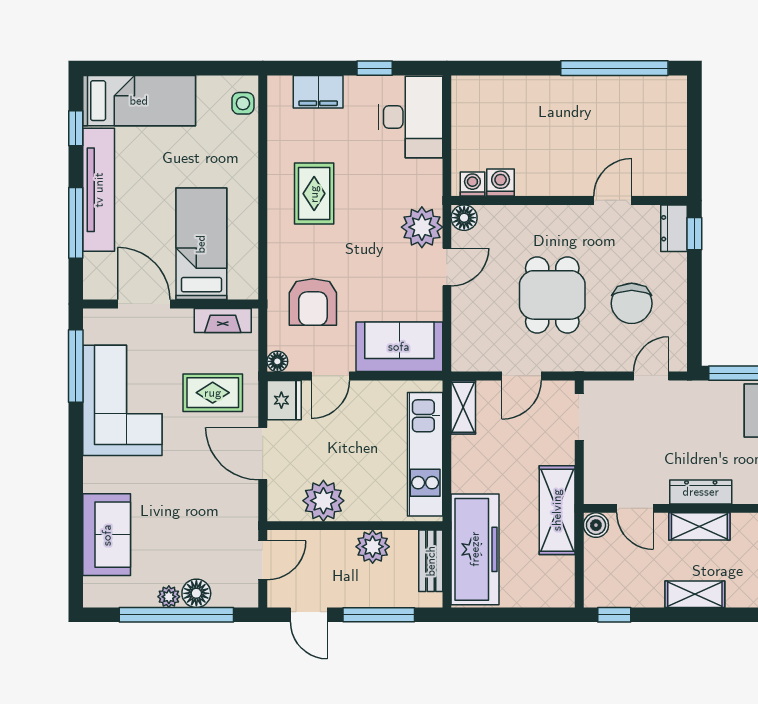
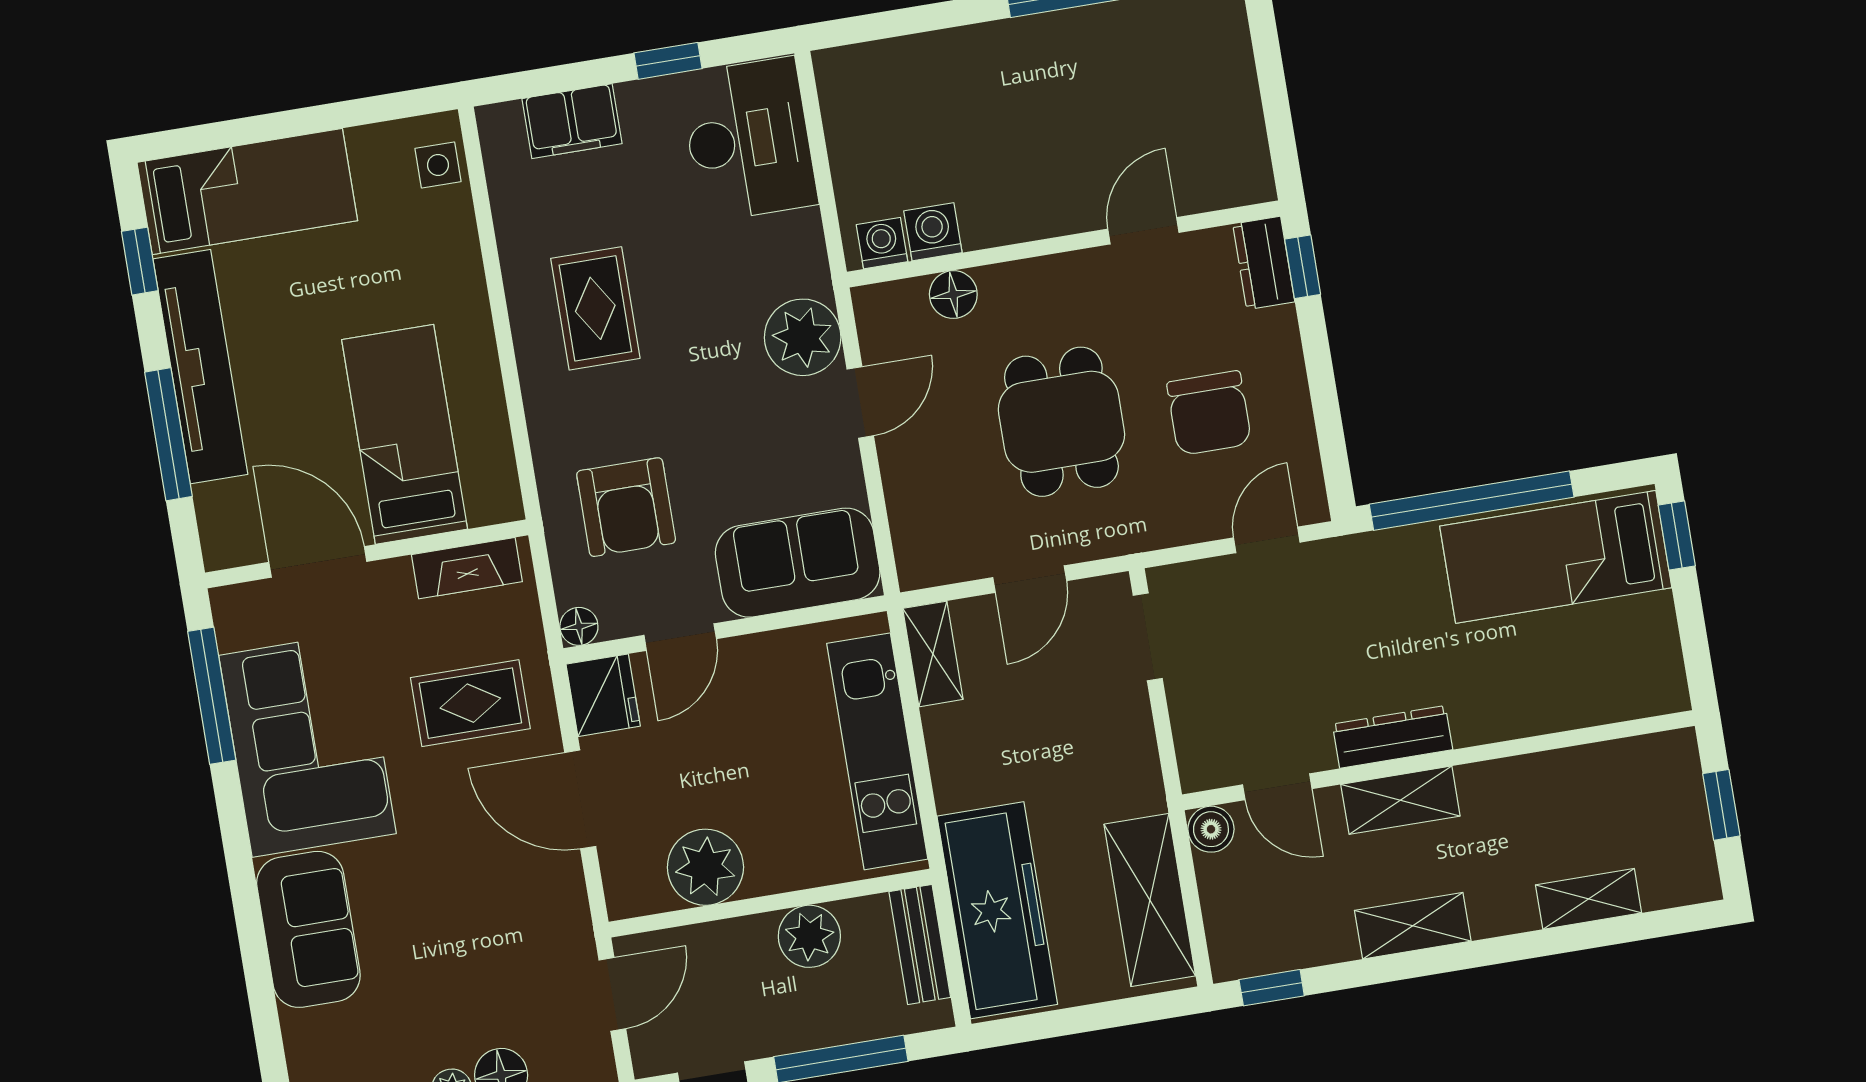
floor lamp: (464, 218) -> (953, 295), moved
shelving: (557, 510) -> (1150, 900), moved
sofa: (107, 535) -> (308, 929), moved

